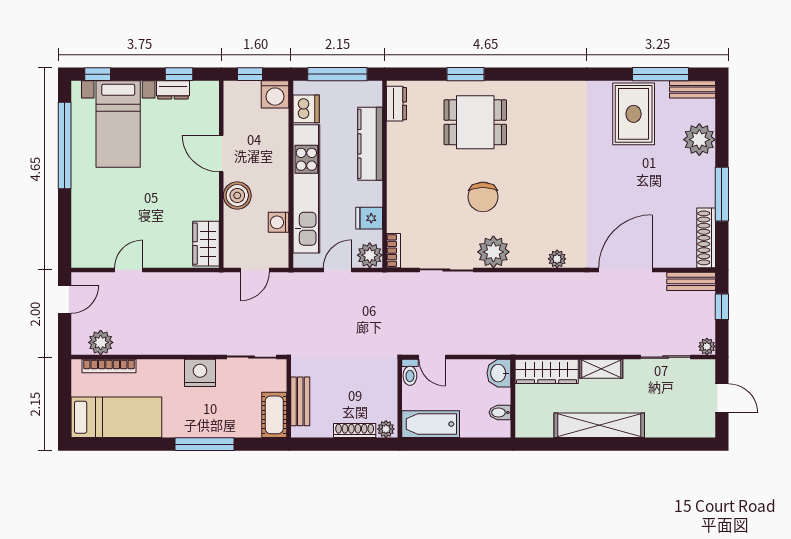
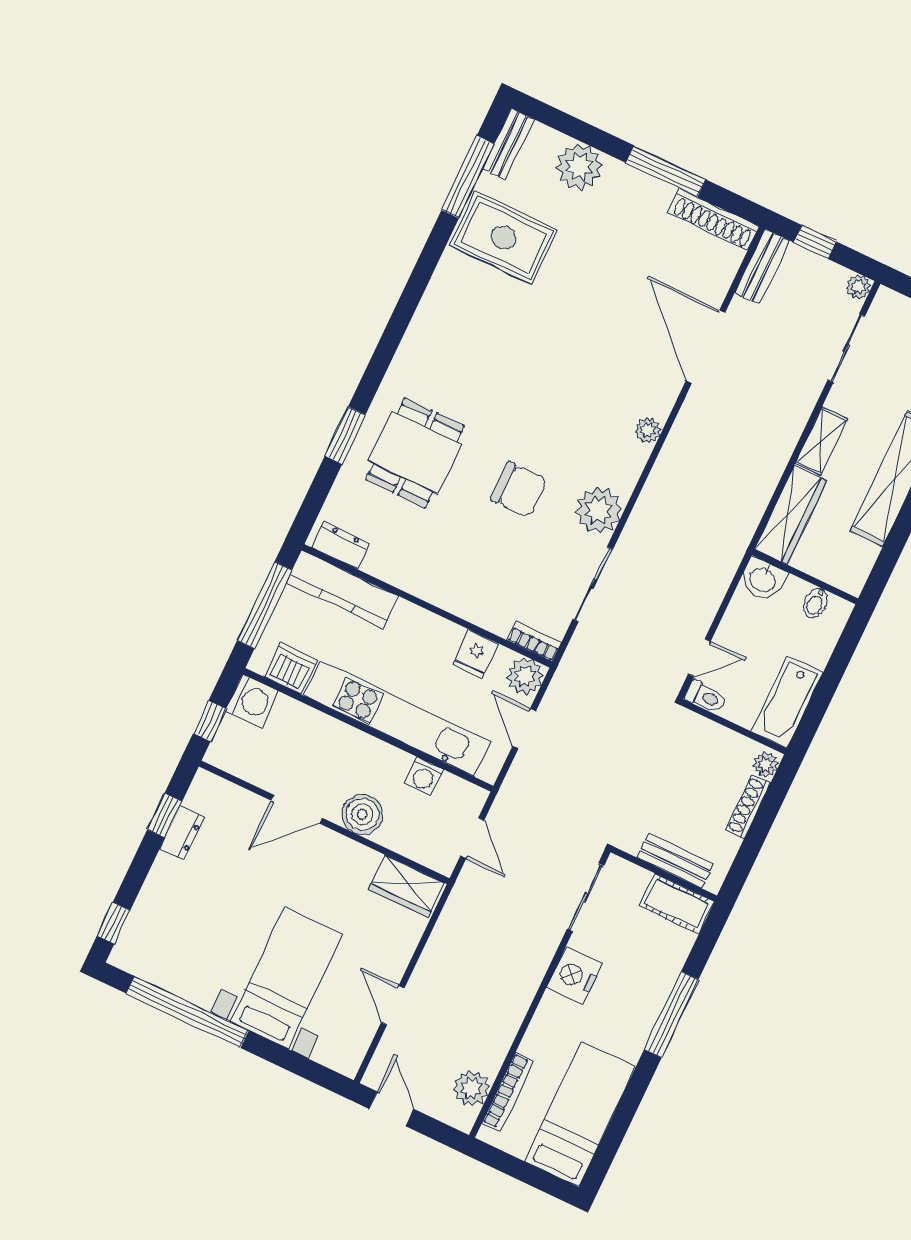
bed with nightstands: (118, 124) -> (286, 978), moved, turned -90
kitchen counter: (370, 144) -> (342, 589), moved

